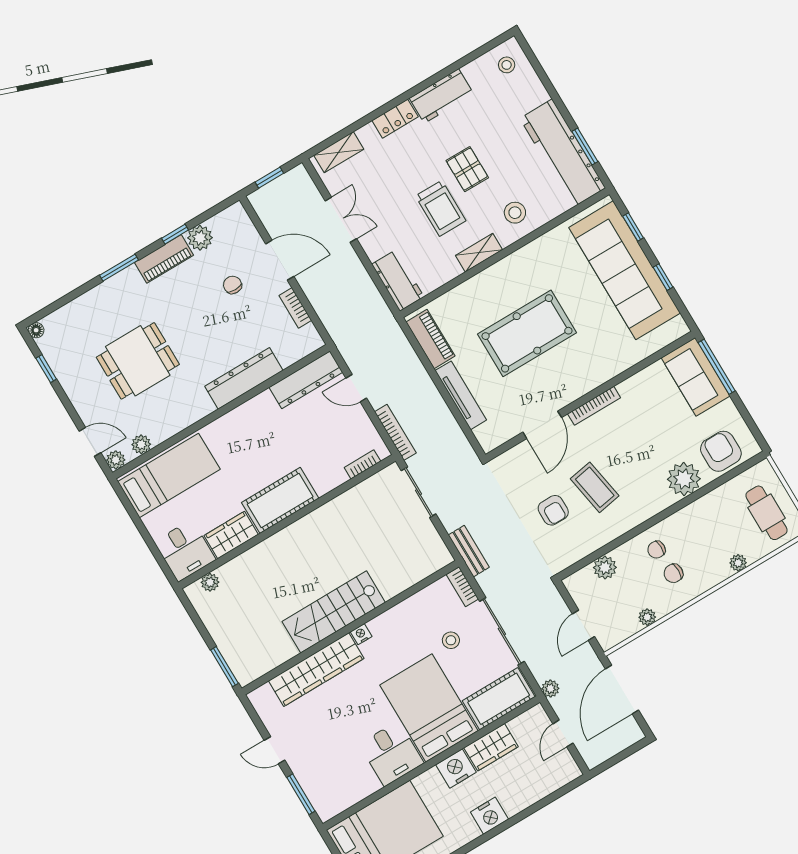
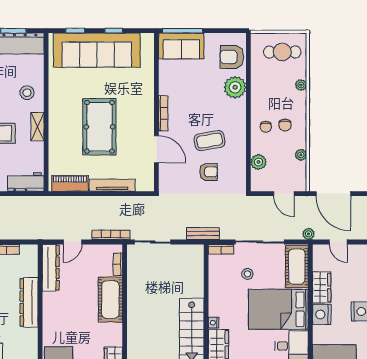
cot: (280, 500) -> (110, 300), moved

